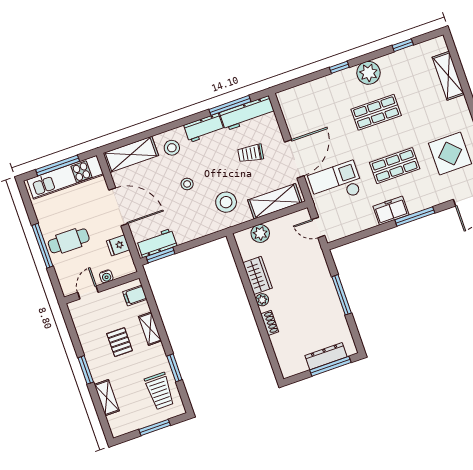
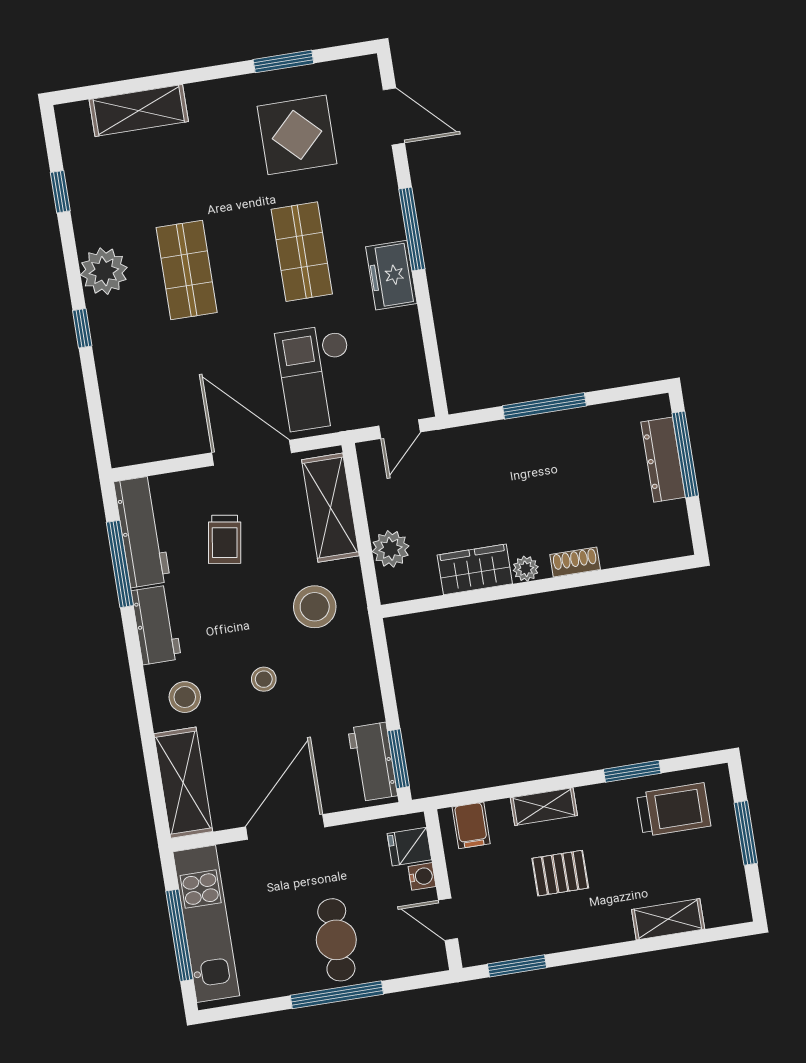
fridge: (118, 245) -> (409, 847), moved, turned 90
window: (86, 370) -> (517, 966), moved

